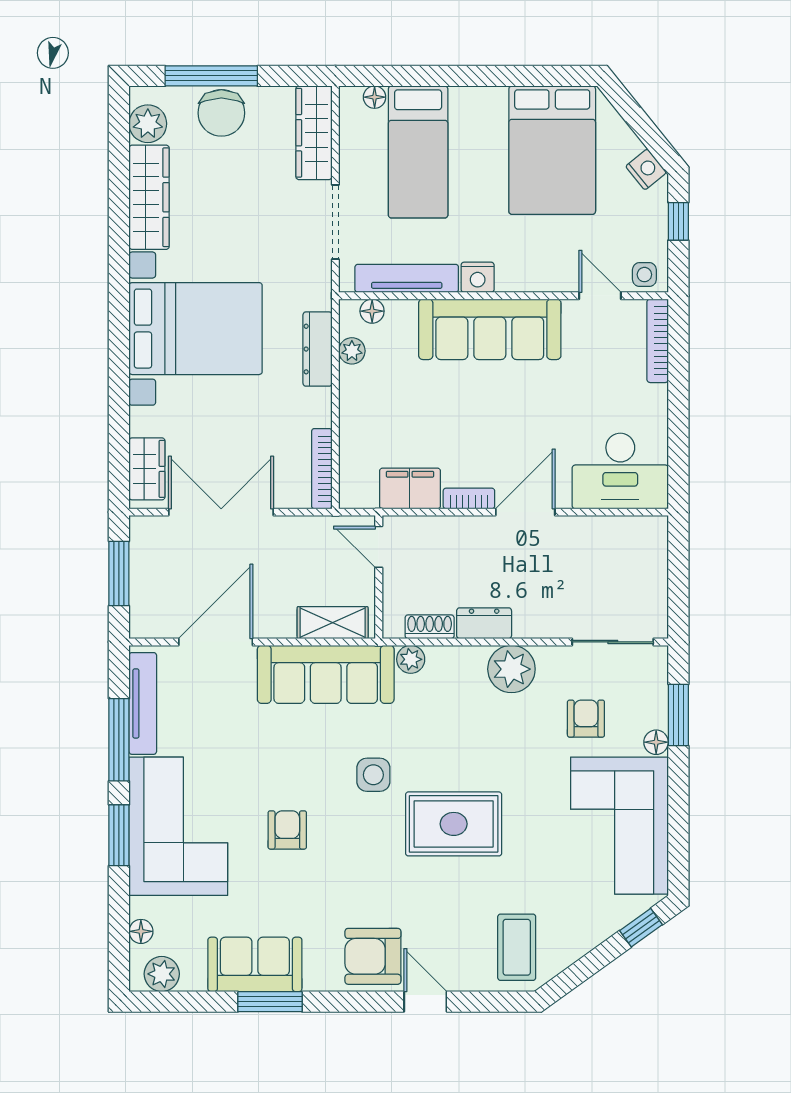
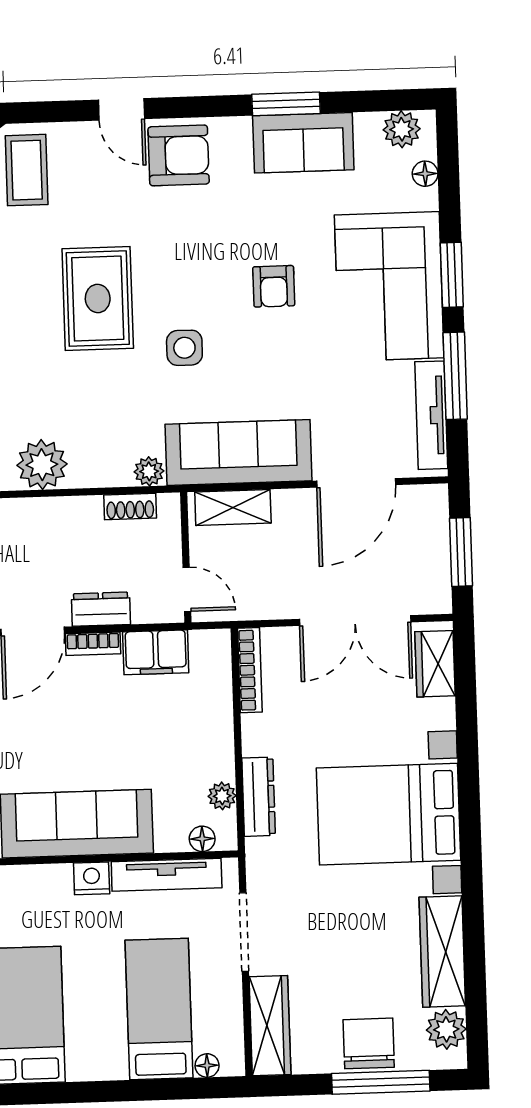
dresser: (484, 623) -> (101, 609), moved, turned 180
rug: (454, 824) -> (98, 299), turned 90

